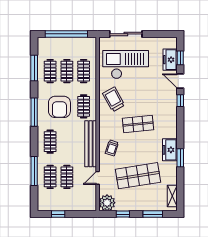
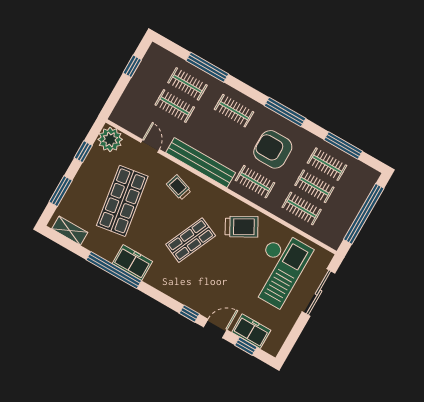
shop shelf: (138, 124) -> (191, 240), turned 30
window: (180, 158) -> (114, 270), width x2.11

